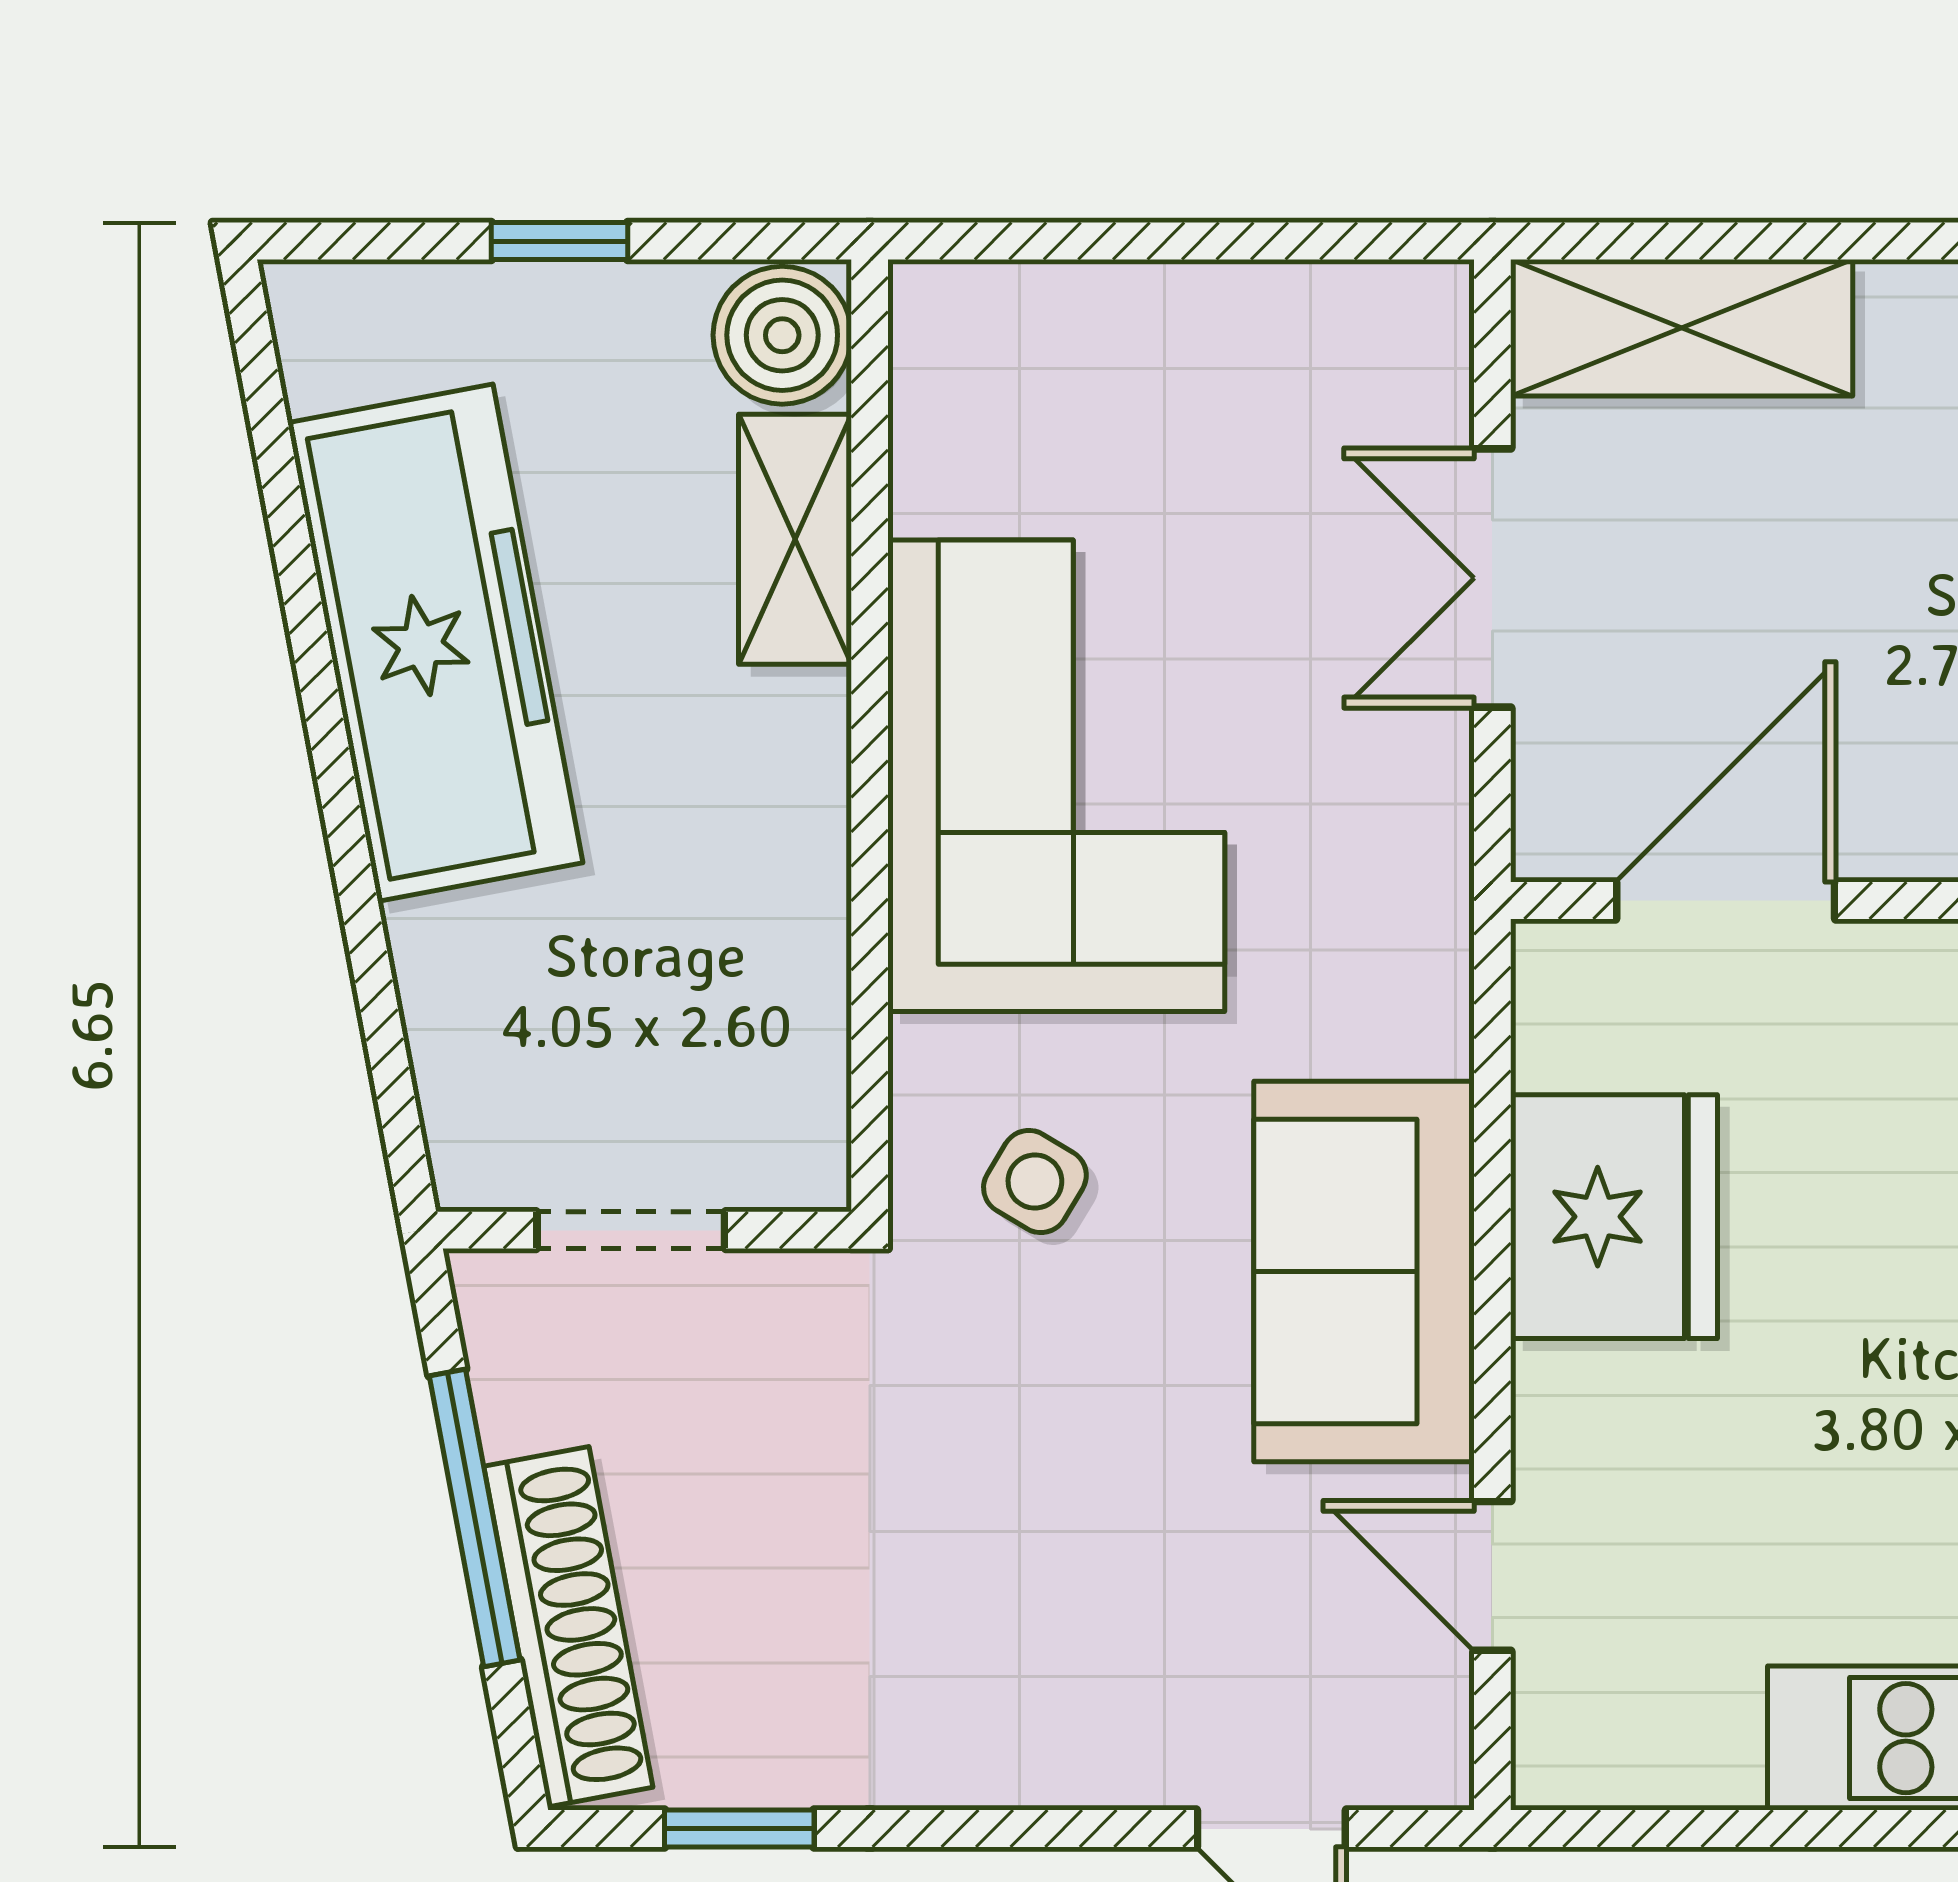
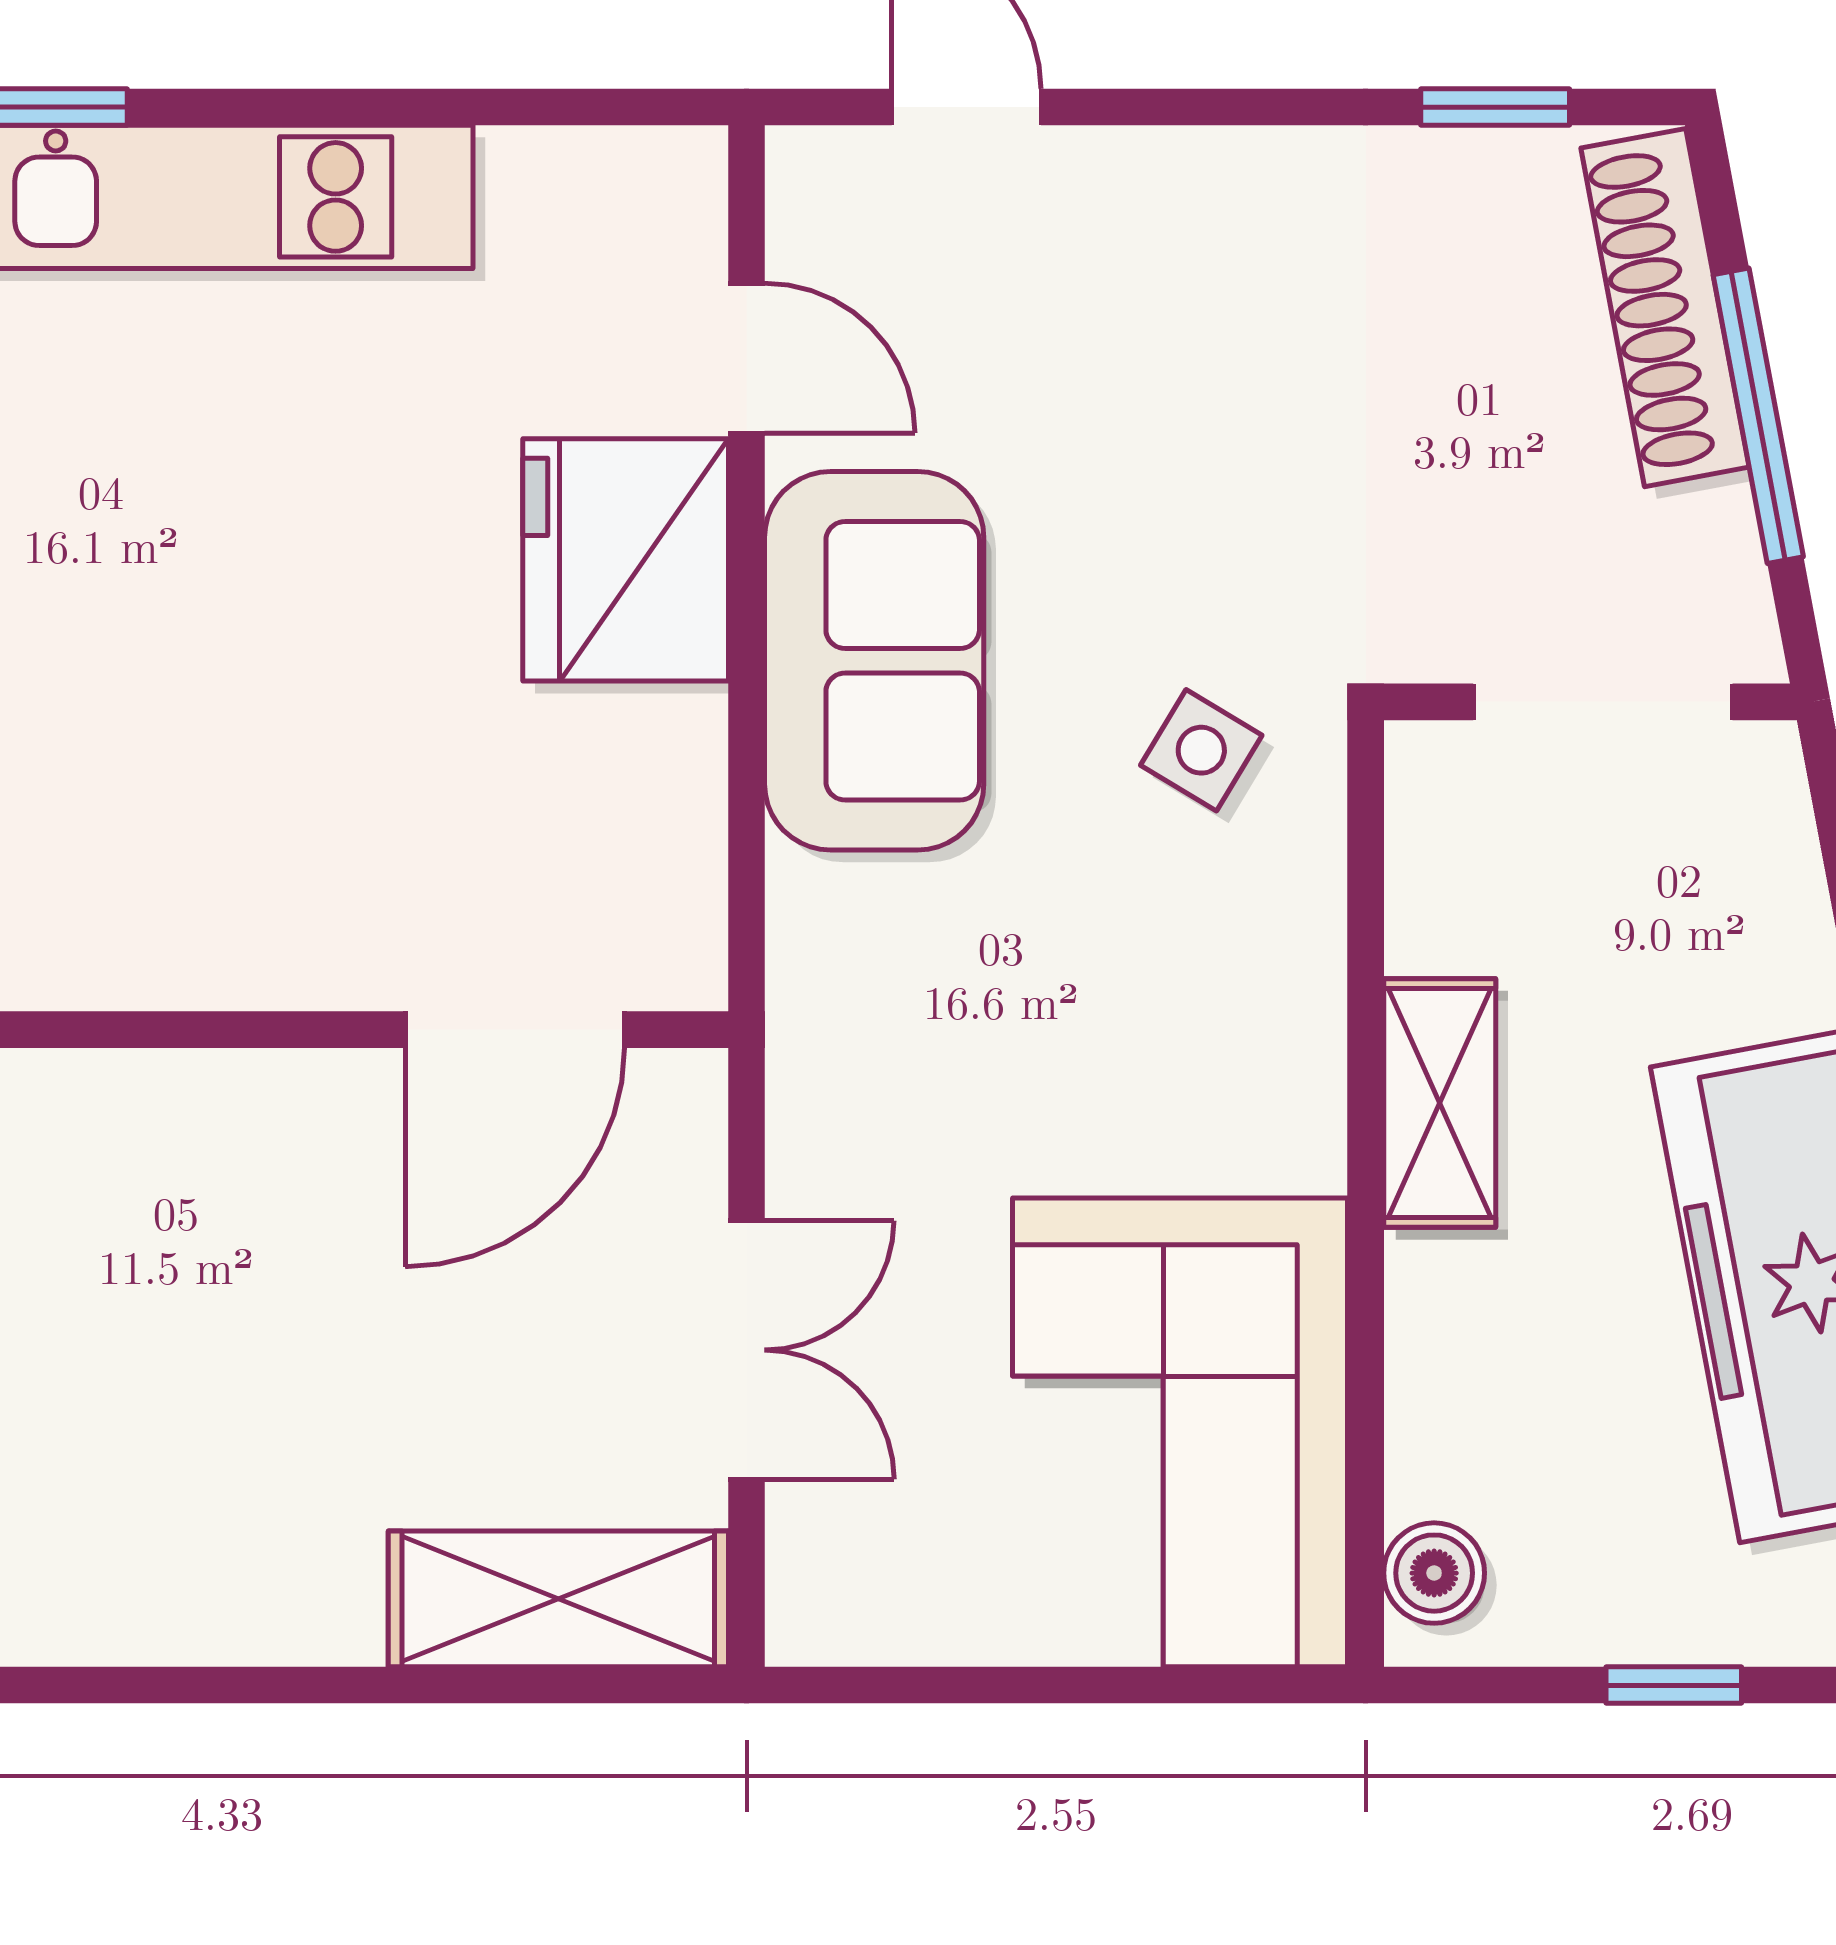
boiler: (782, 335) -> (1434, 1573), width x0.73, depth x0.73
shelving: (795, 539) -> (1440, 1103), moved
corner sofa: (1056, 776) -> (1180, 1432), moved
fridge: (1614, 1217) -> (626, 560), moved
doorway: (631, 1230) -> (1603, 702), width x1.38

